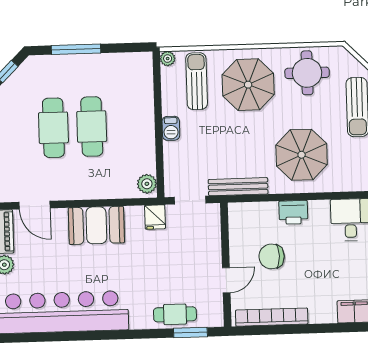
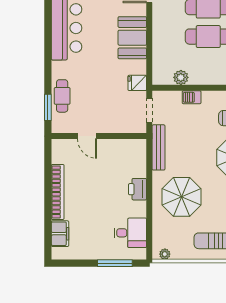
barbecue: (171, 128) -> (192, 97), moved
plant: (147, 184) -> (181, 77), moved
chair: (272, 256) -> (104, 171), removed
bookcase: (272, 317) -> (58, 192), moved

